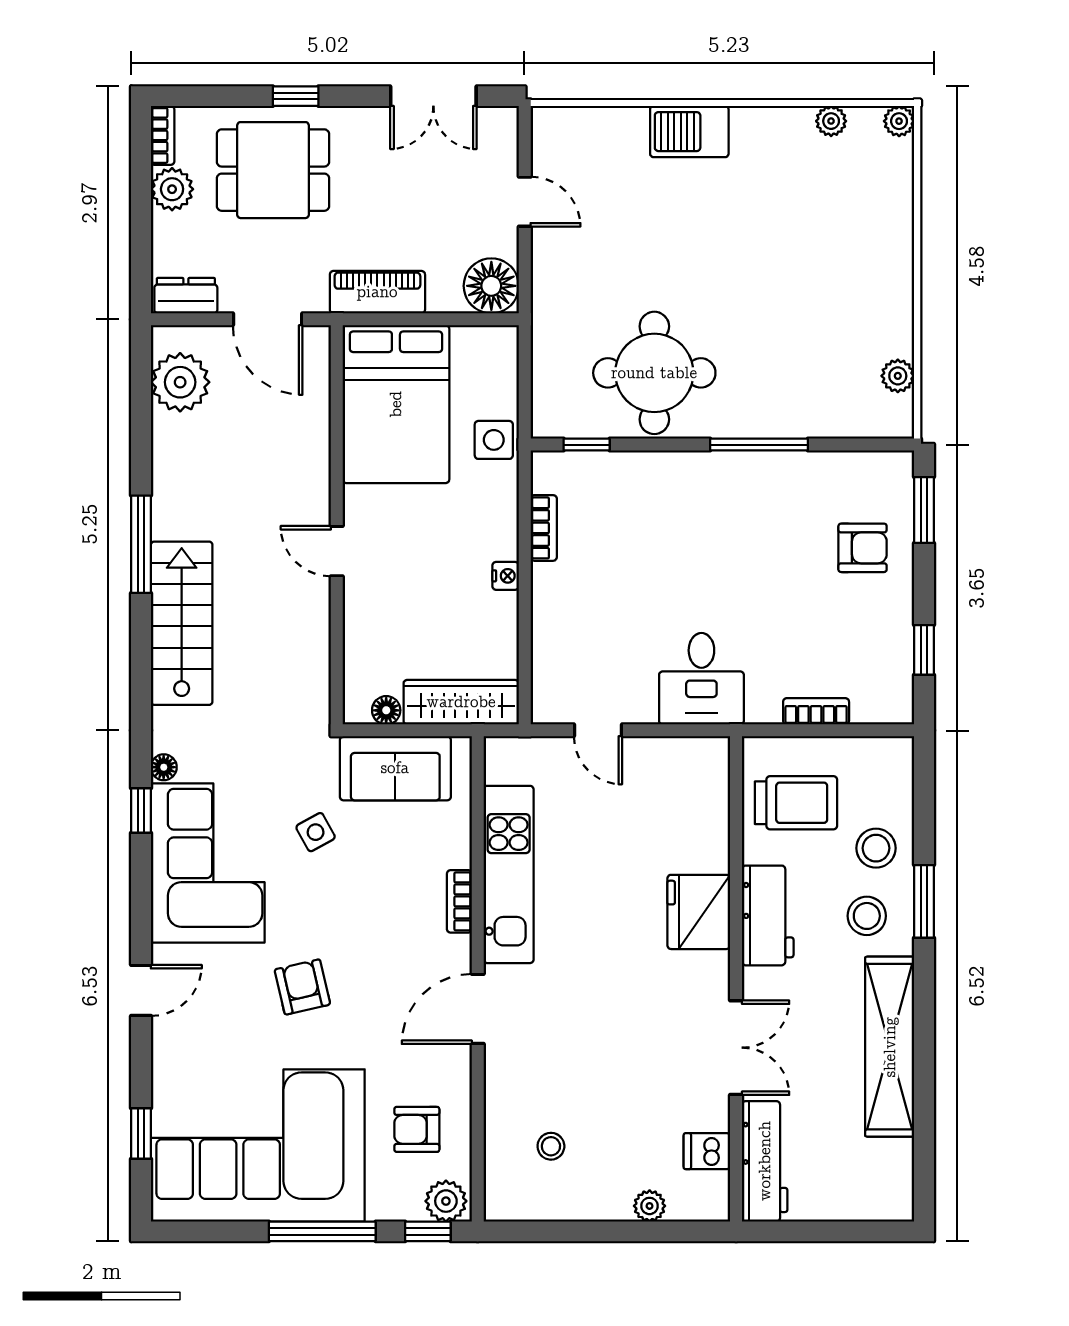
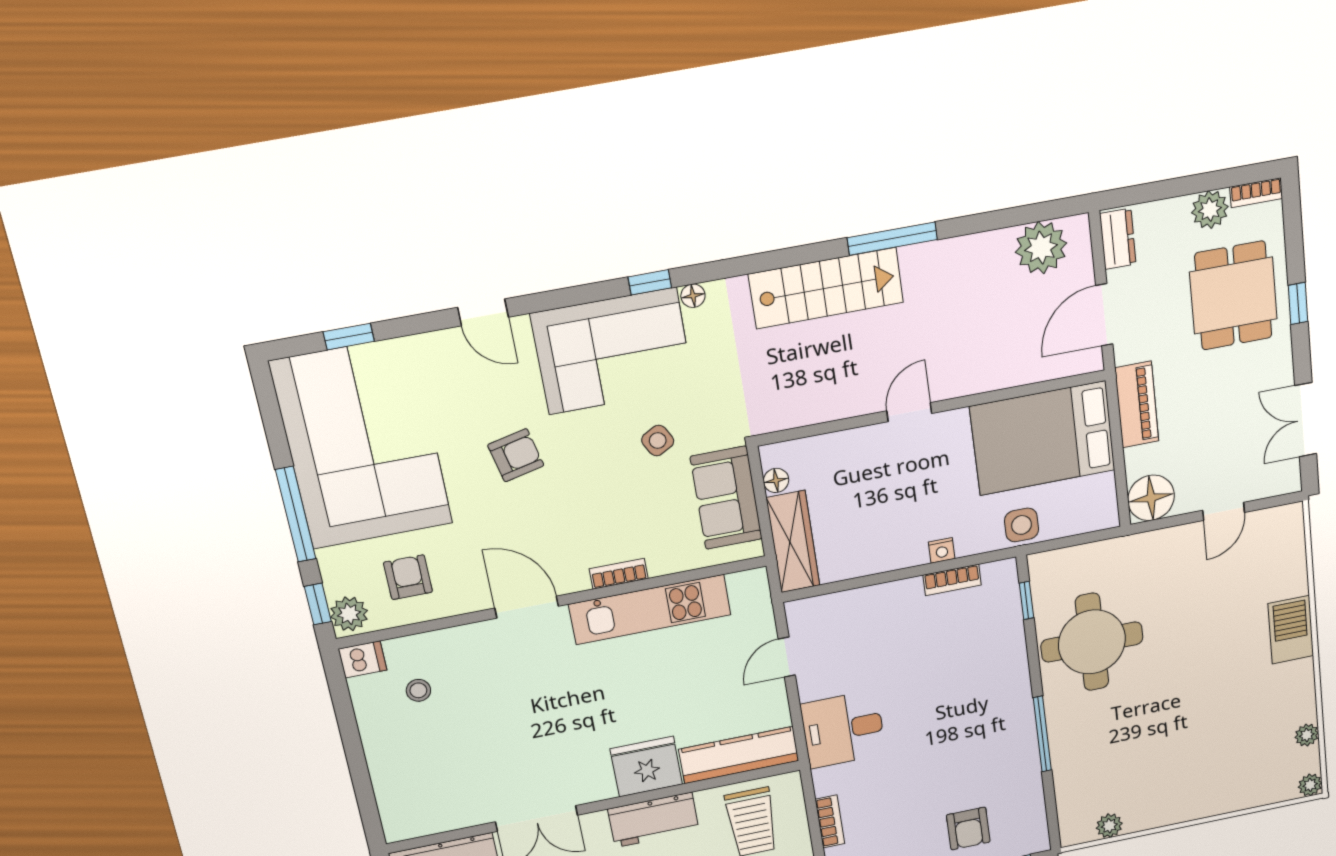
nightstand: (506, 576) -> (942, 550), moved
kitchen counter: (708, 804) -> (739, 755), added
dishwasher: (707, 1151) -> (363, 659), moved, turned 90
plant: (650, 1206) -> (384, 779), removed

